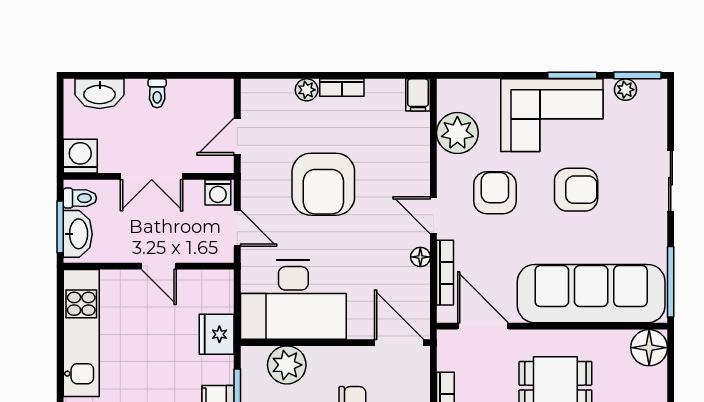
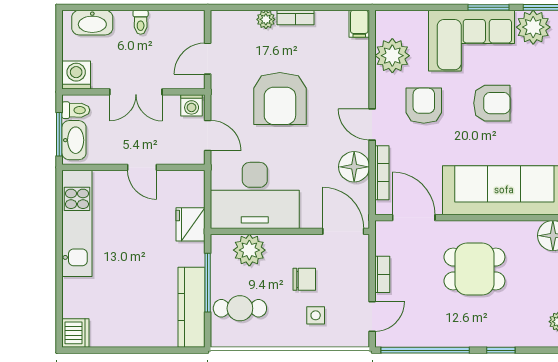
plant: (625, 90) -> (533, 27), width x1.88, depth x1.88
floor lamp: (420, 257) -> (354, 167), width x1.89, depth x1.89

